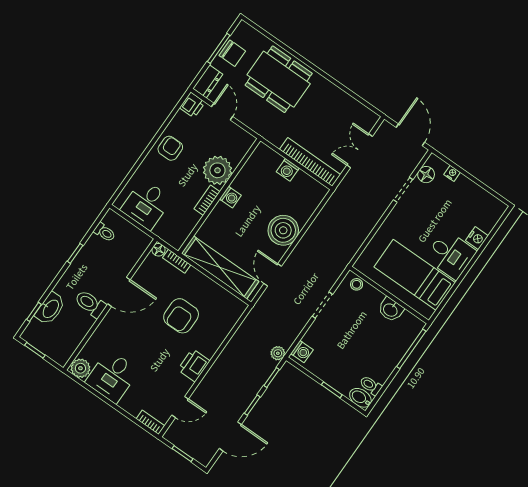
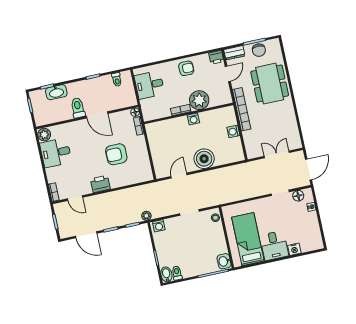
bookcase: (310, 162) -> (242, 109), moved
shelving: (220, 267) -> (157, 148), removed
washbasin: (391, 310) -> (224, 261), moved

